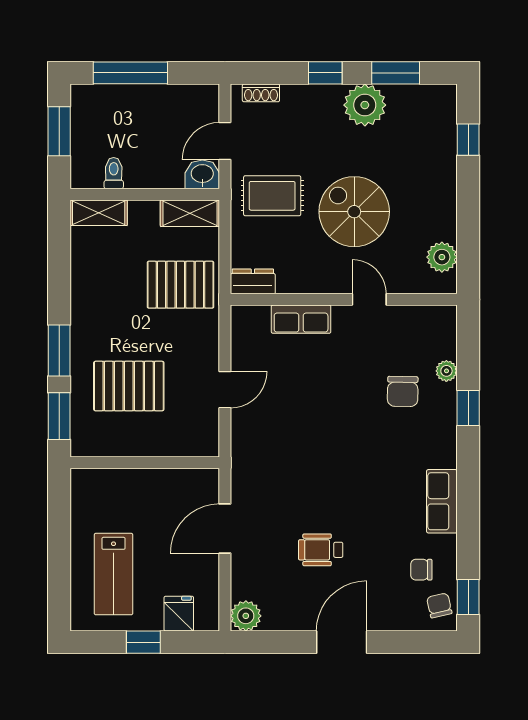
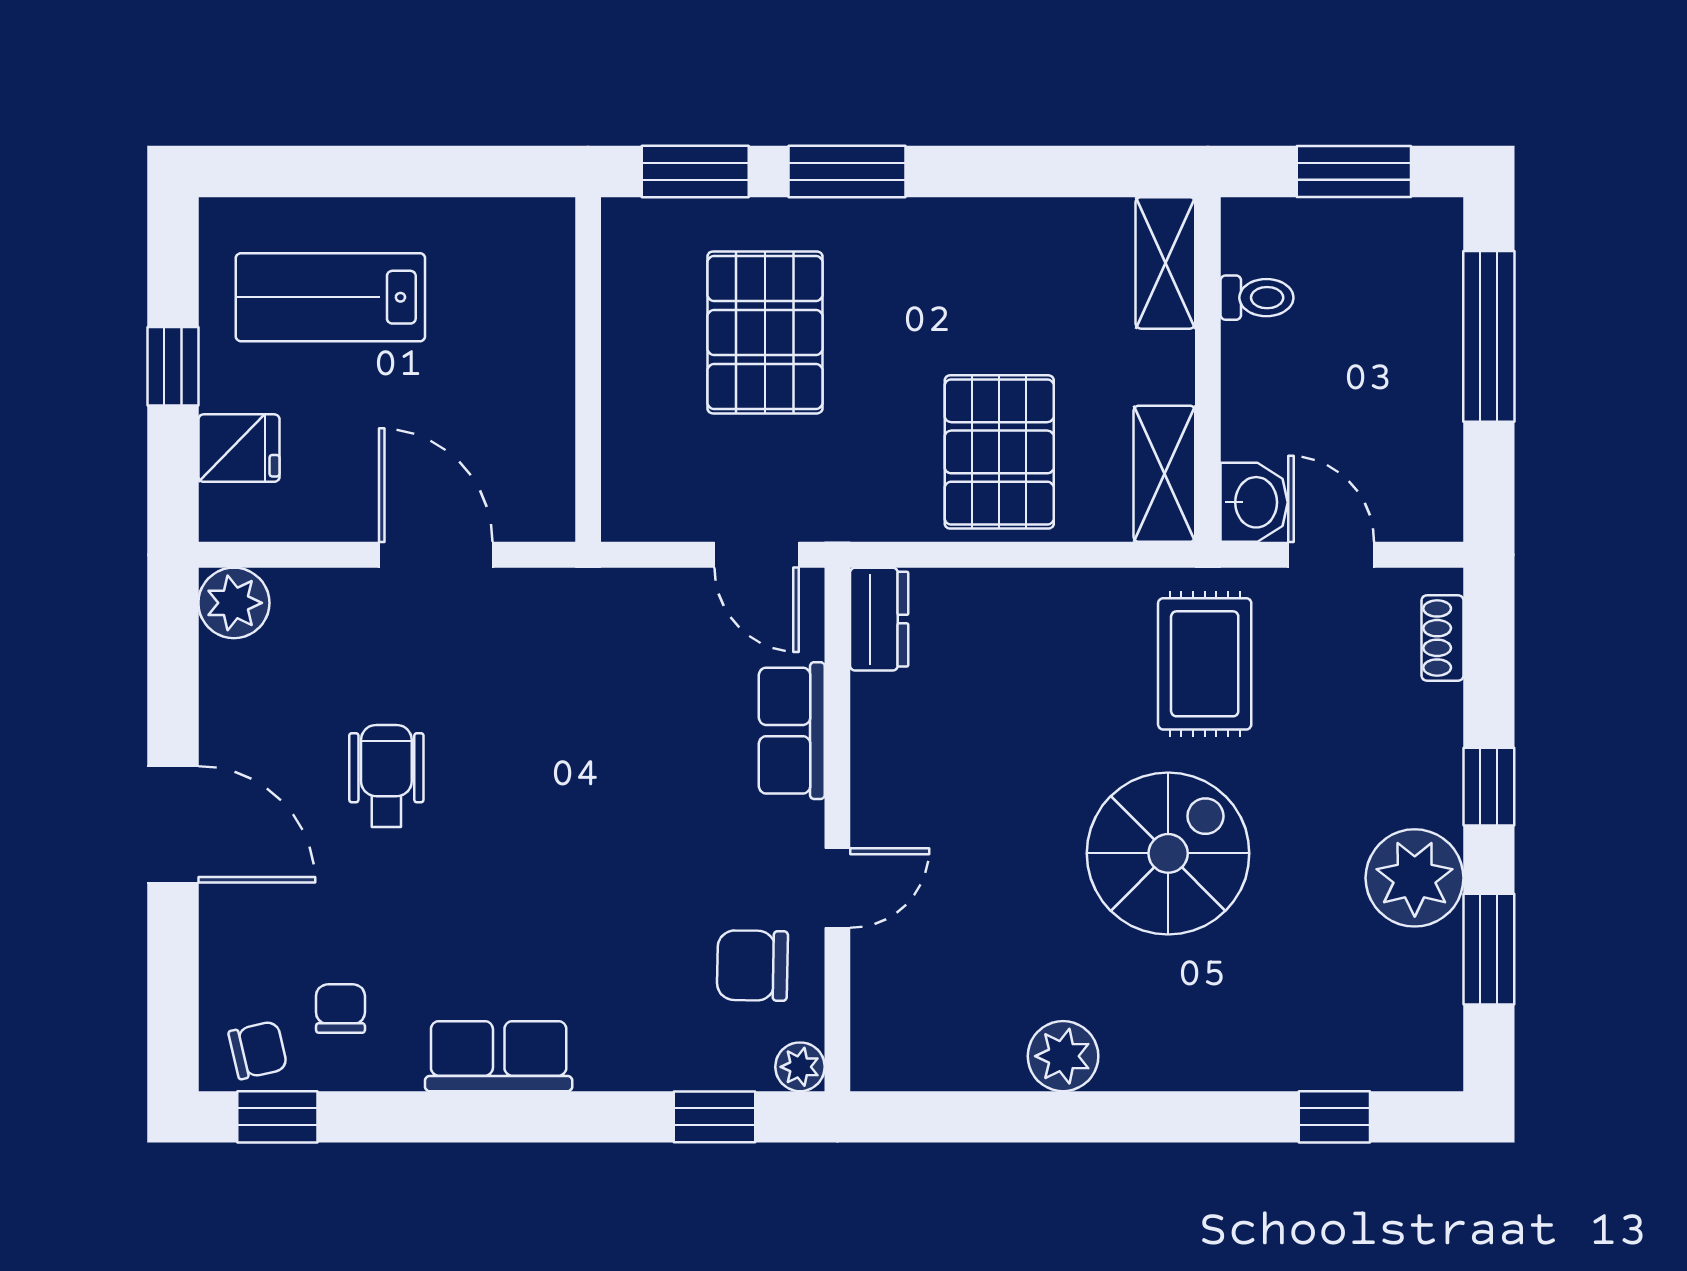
dresser: (253, 281) -> (879, 619), moved
wall: (344, 299) -> (837, 829), moved
door: (369, 299) -> (837, 888), moved
row of seats: (301, 319) -> (792, 731), moved

